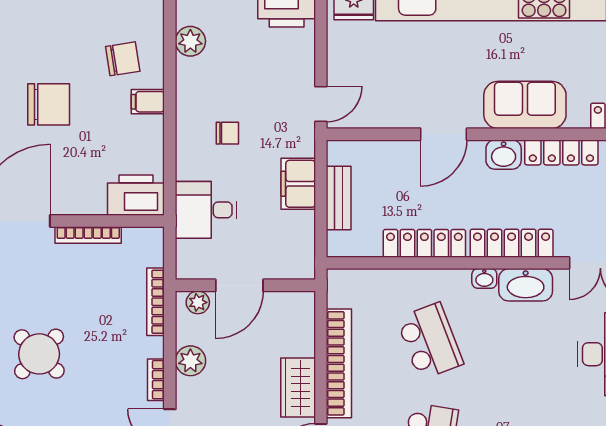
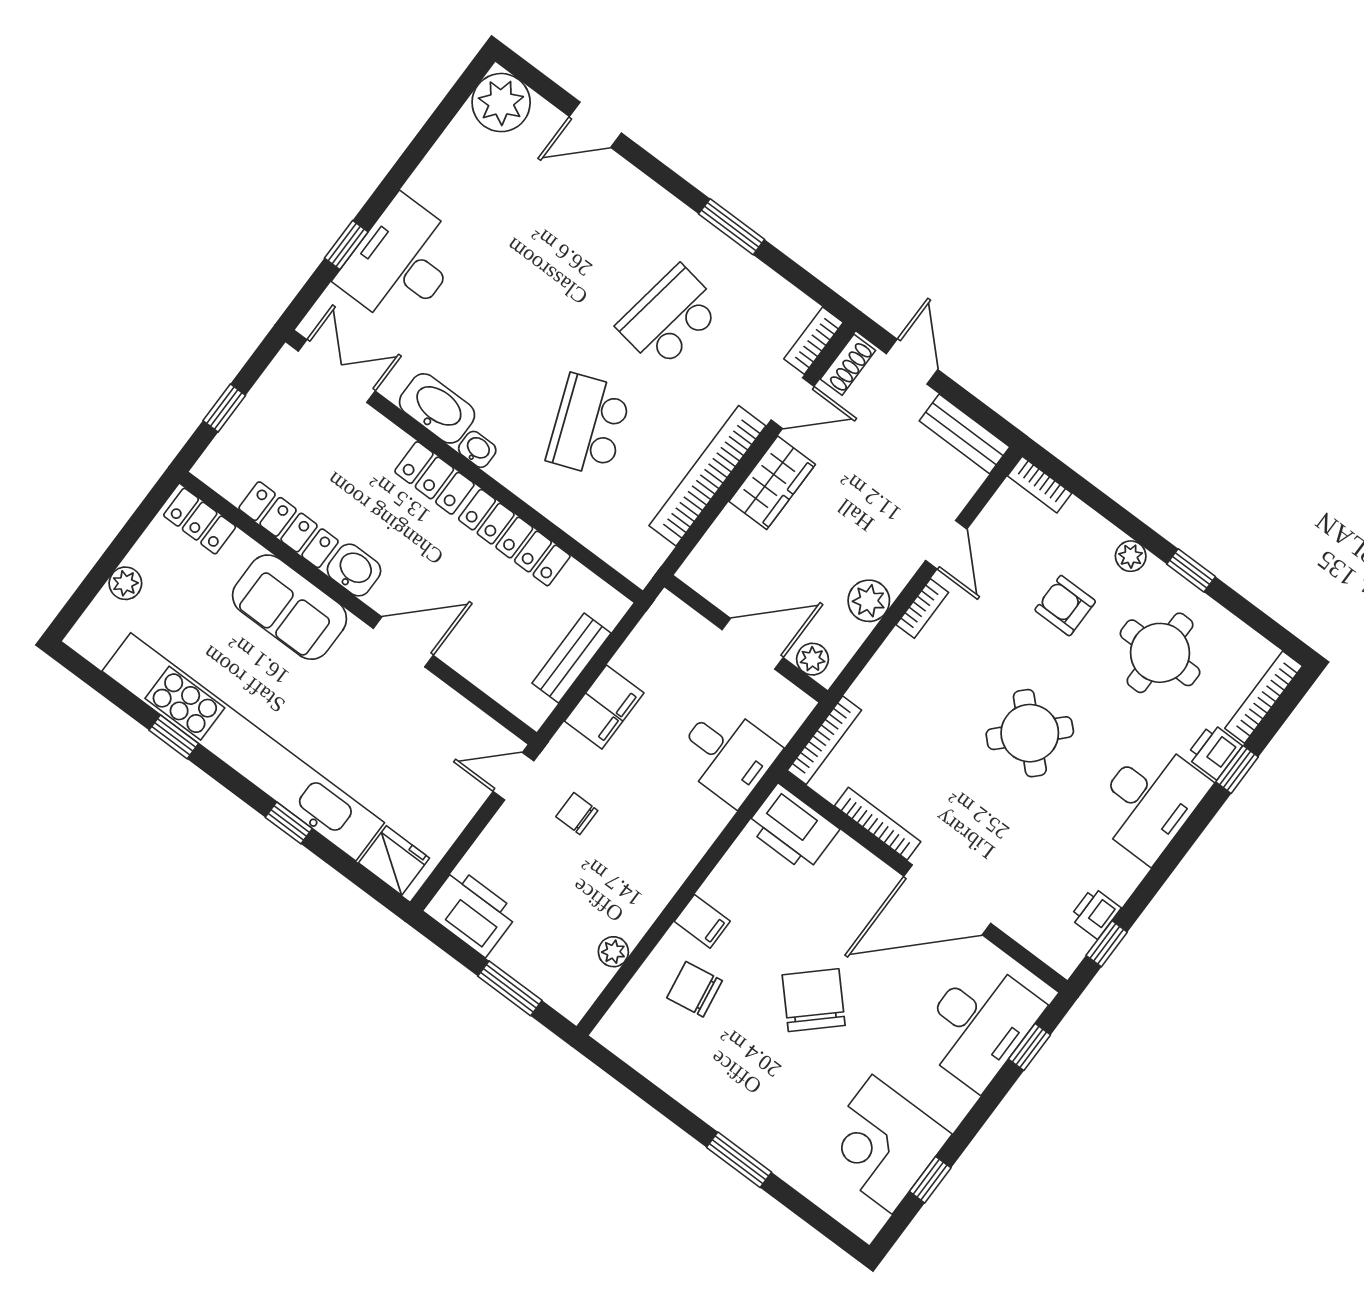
plant: (190, 41) -> (613, 952), width x0.73, depth x0.73
chair: (49, 104) -> (814, 1000), turned 47
chair: (227, 133) -> (577, 814), moved
locker: (512, 243) -> (434, 478), width x0.66
bookcase: (156, 302) -> (824, 740), moved

